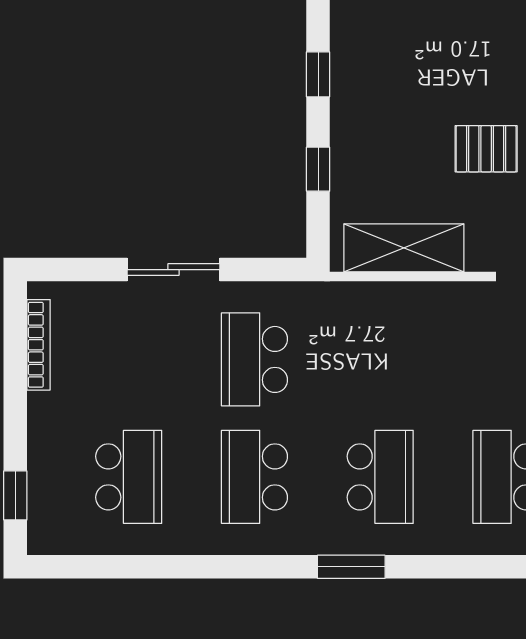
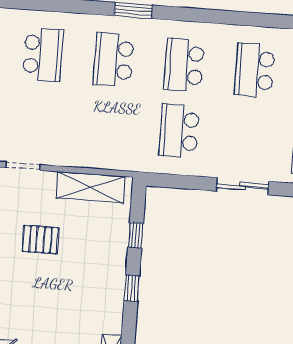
sliding door: (174, 270) -> (243, 186), moved
school desk: (254, 359) -> (179, 131), turned 180
school desk: (254, 477) -> (184, 65), turned 180

